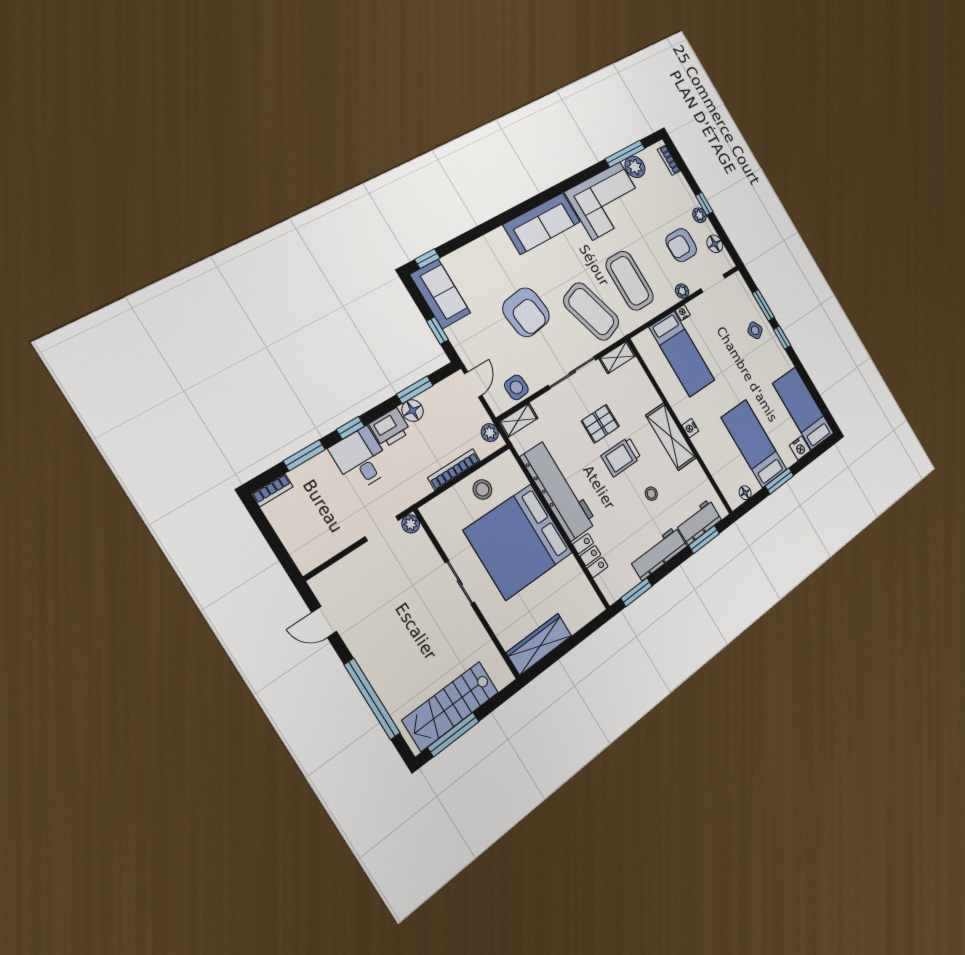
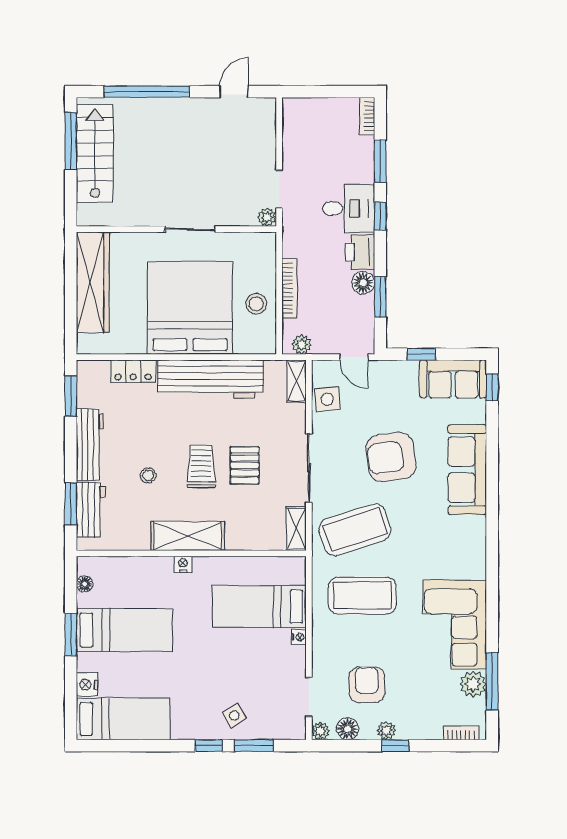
sofa: (542, 223) -> (467, 470), moved
plant: (682, 291) -> (320, 731), moved
wardrobe: (539, 644) -> (93, 282), width x1.40, depth x1.17

